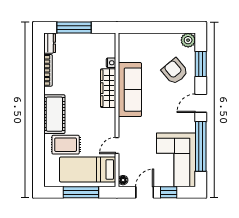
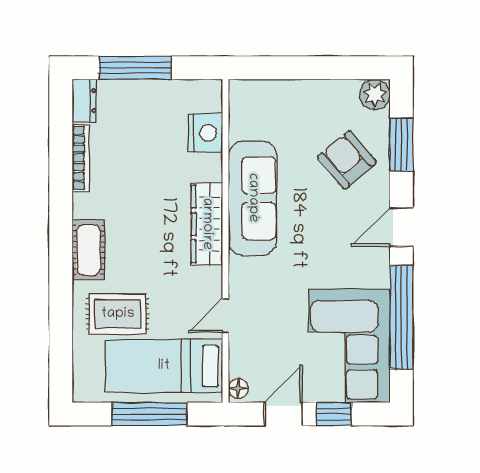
nightstand: (111, 63) -> (205, 133), width x1.89, depth x1.79
wardrobe: (108, 88) -> (207, 224), moved
cot: (54, 114) -> (89, 250), width x0.73, depth x0.75

